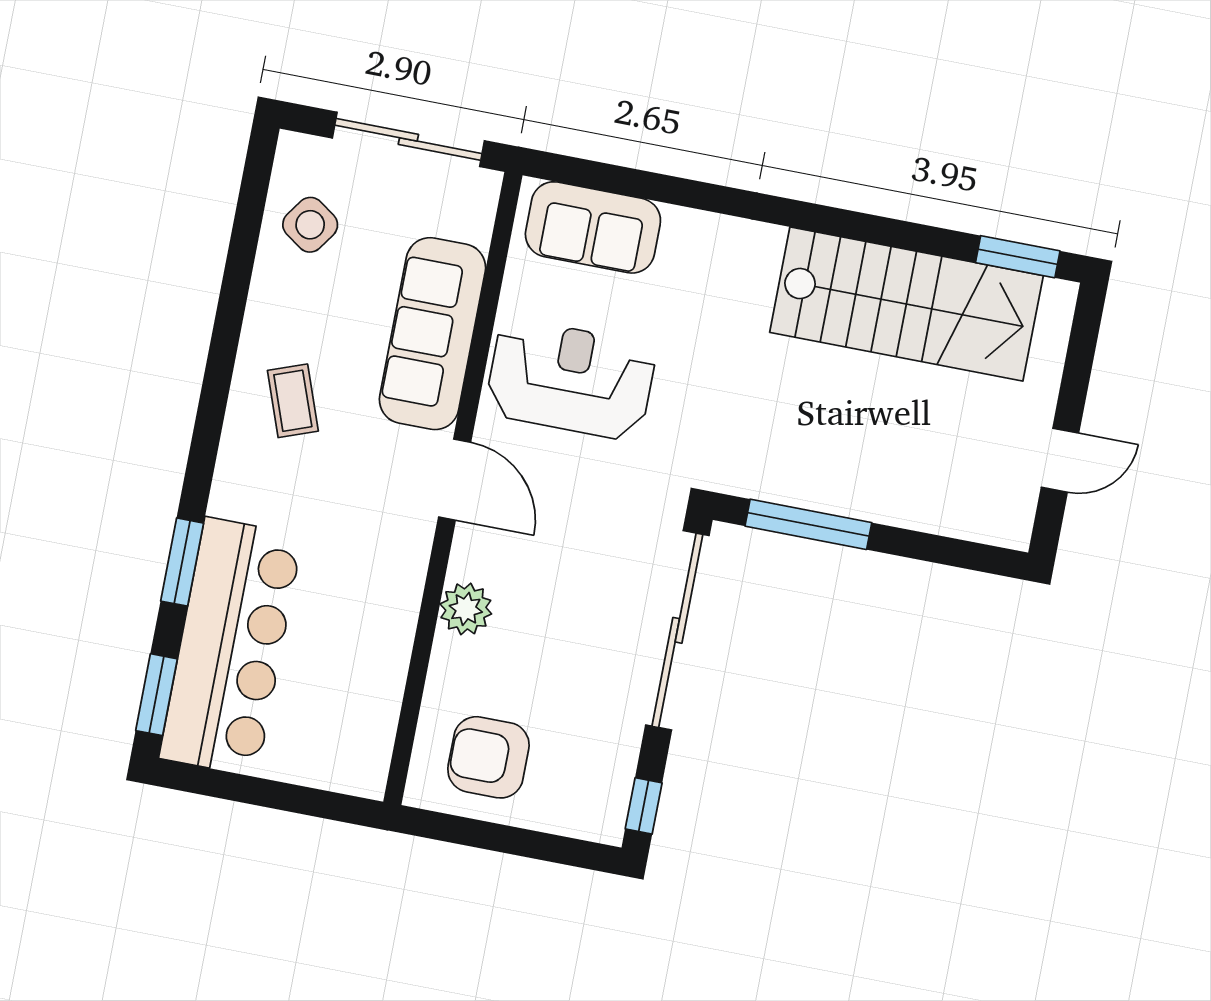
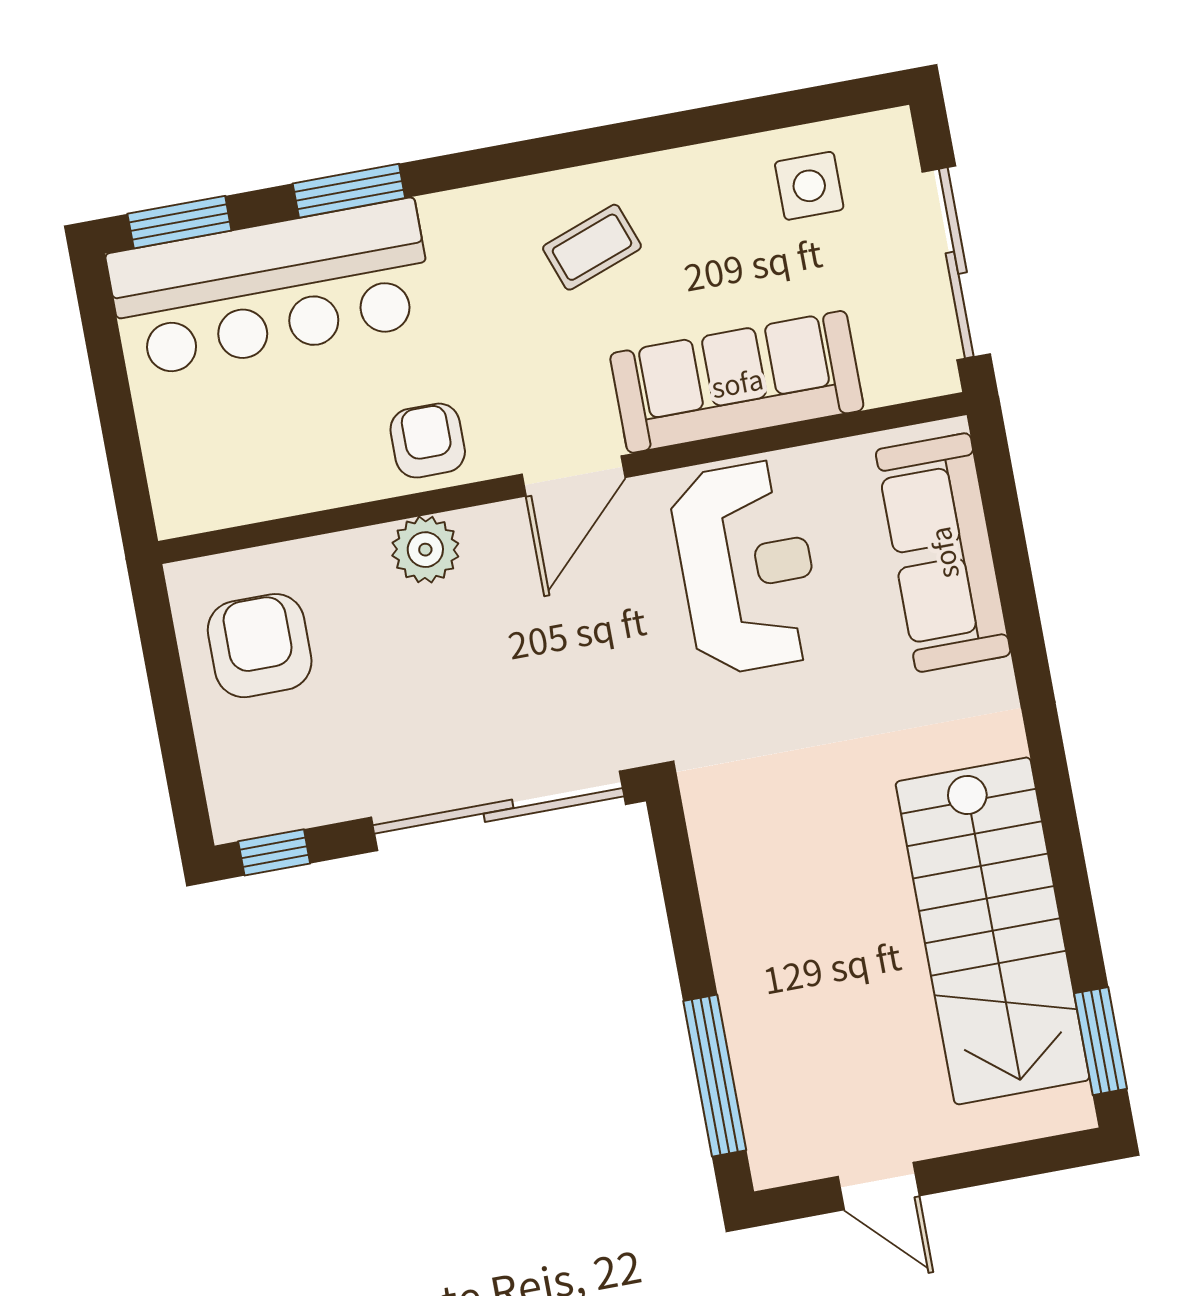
side table: (310, 225) -> (809, 186), turned -35
sofa: (593, 227) -> (943, 553), width x1.36
window: (808, 524) -> (715, 1076), moved
armchair: (387, 576) -> (428, 441), added

